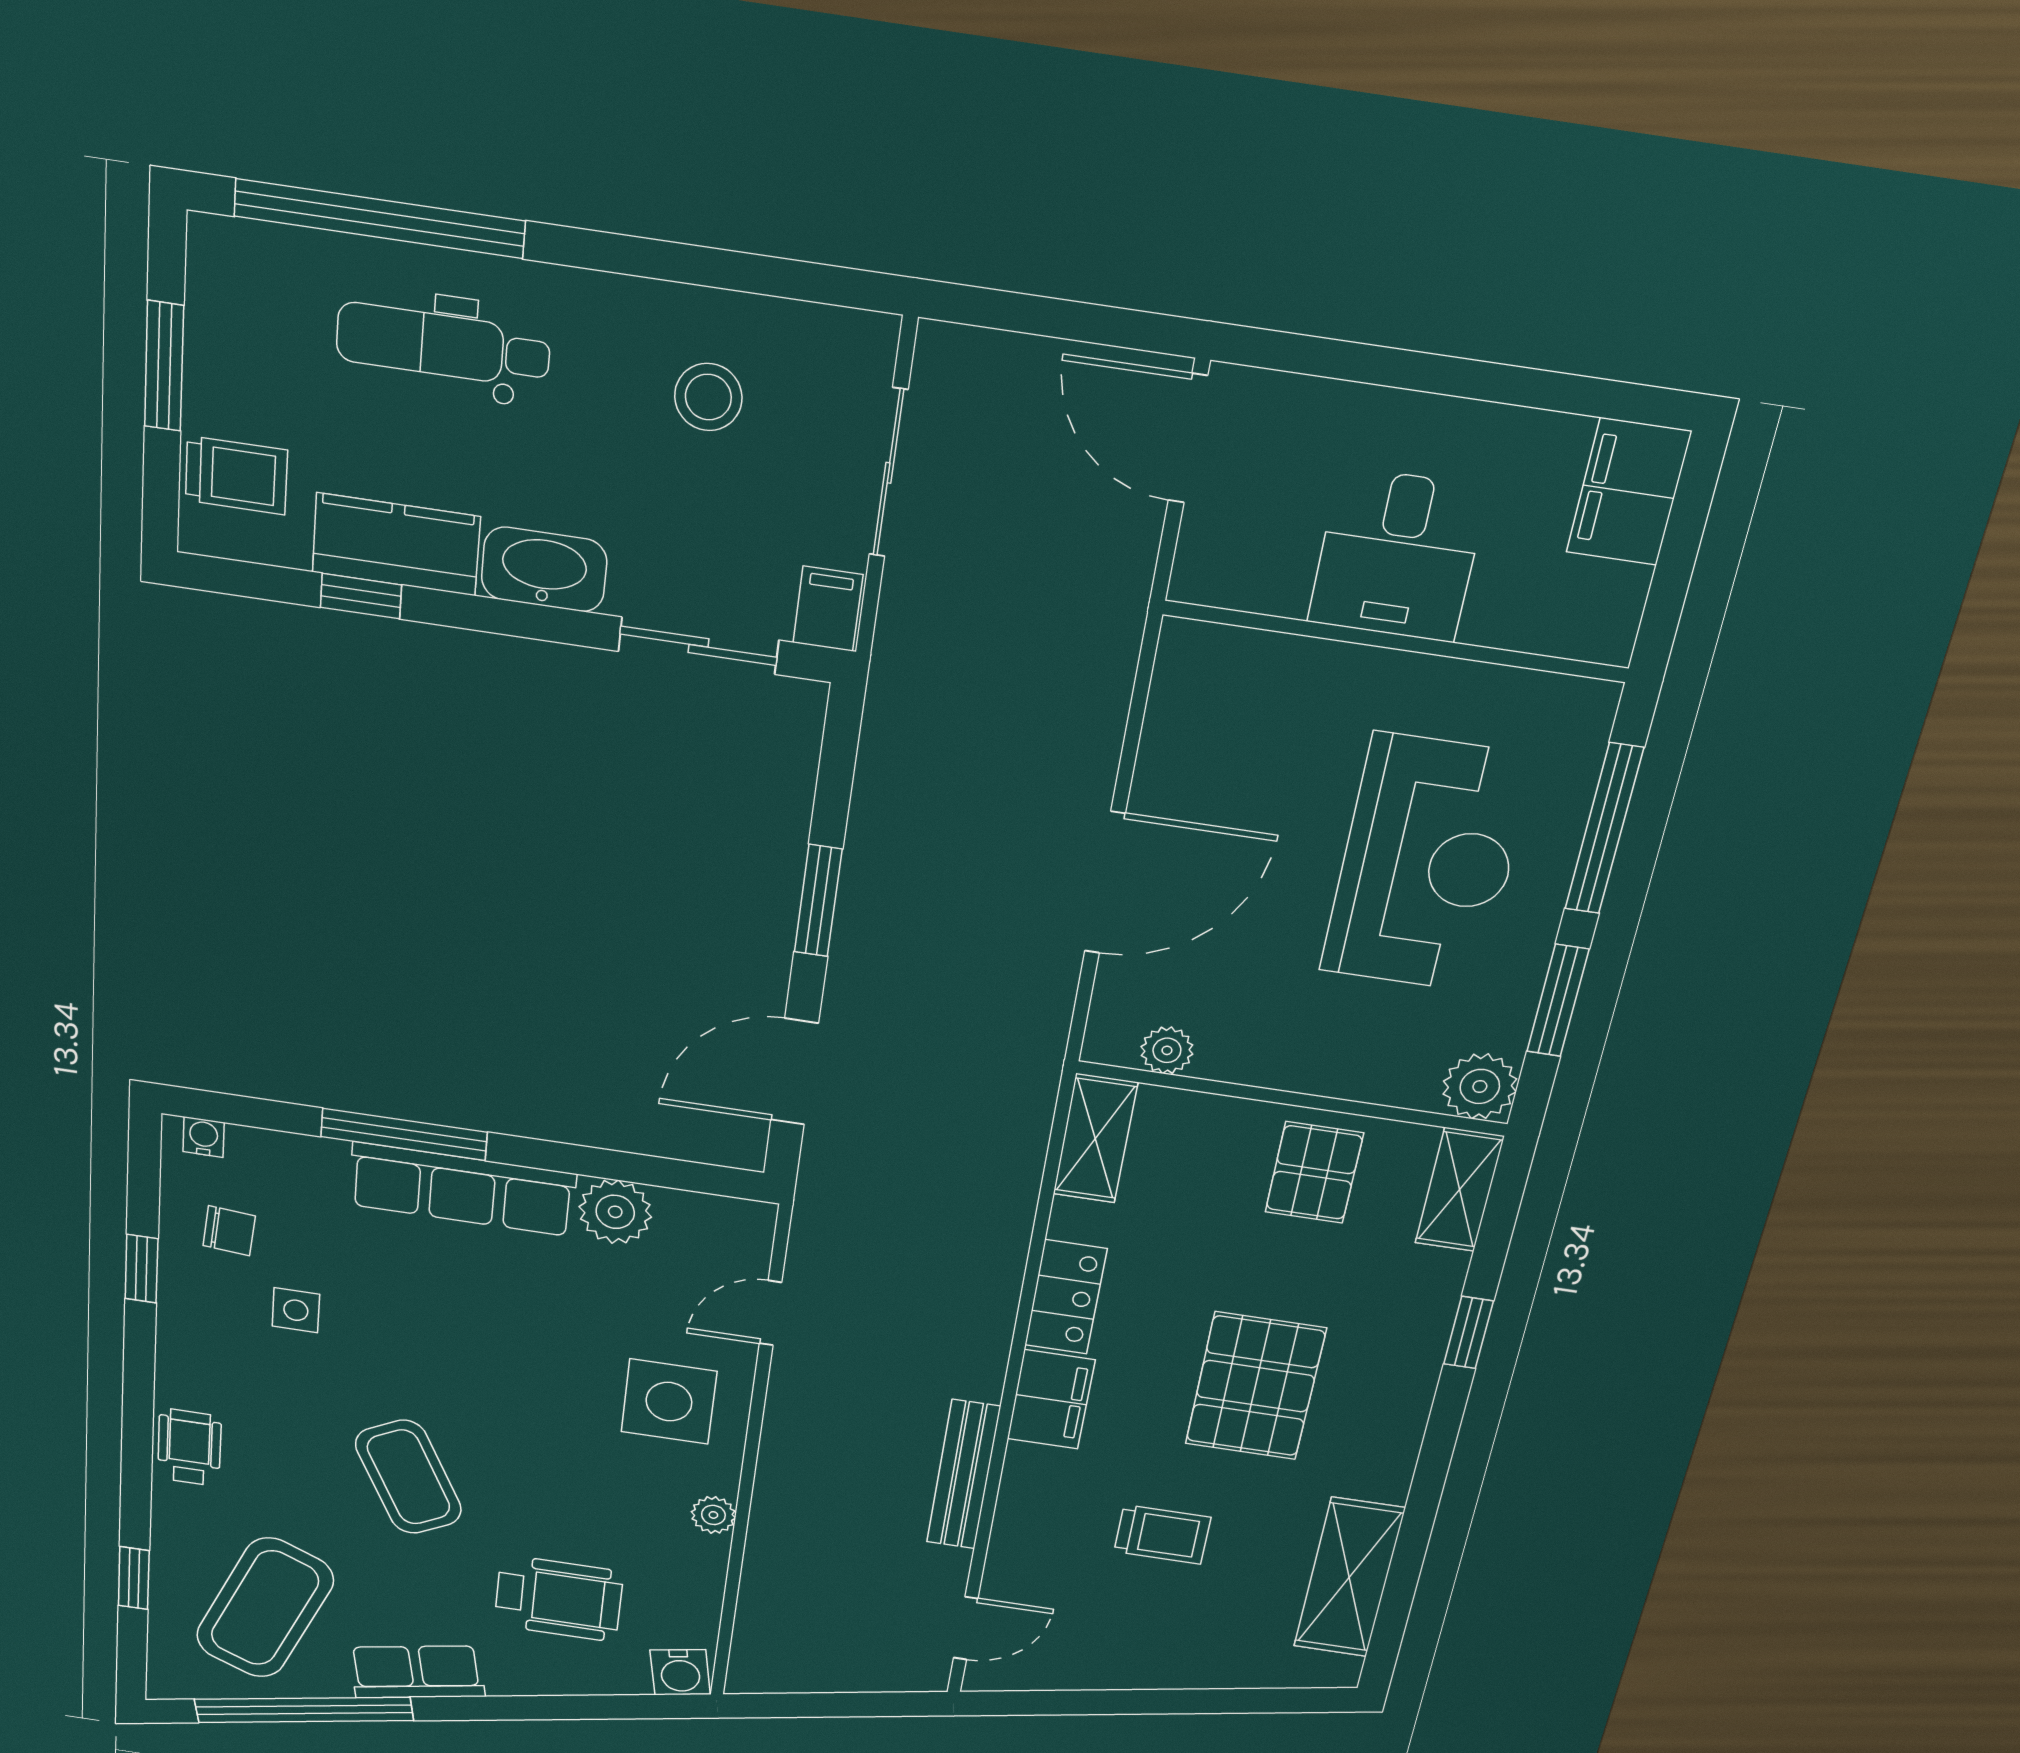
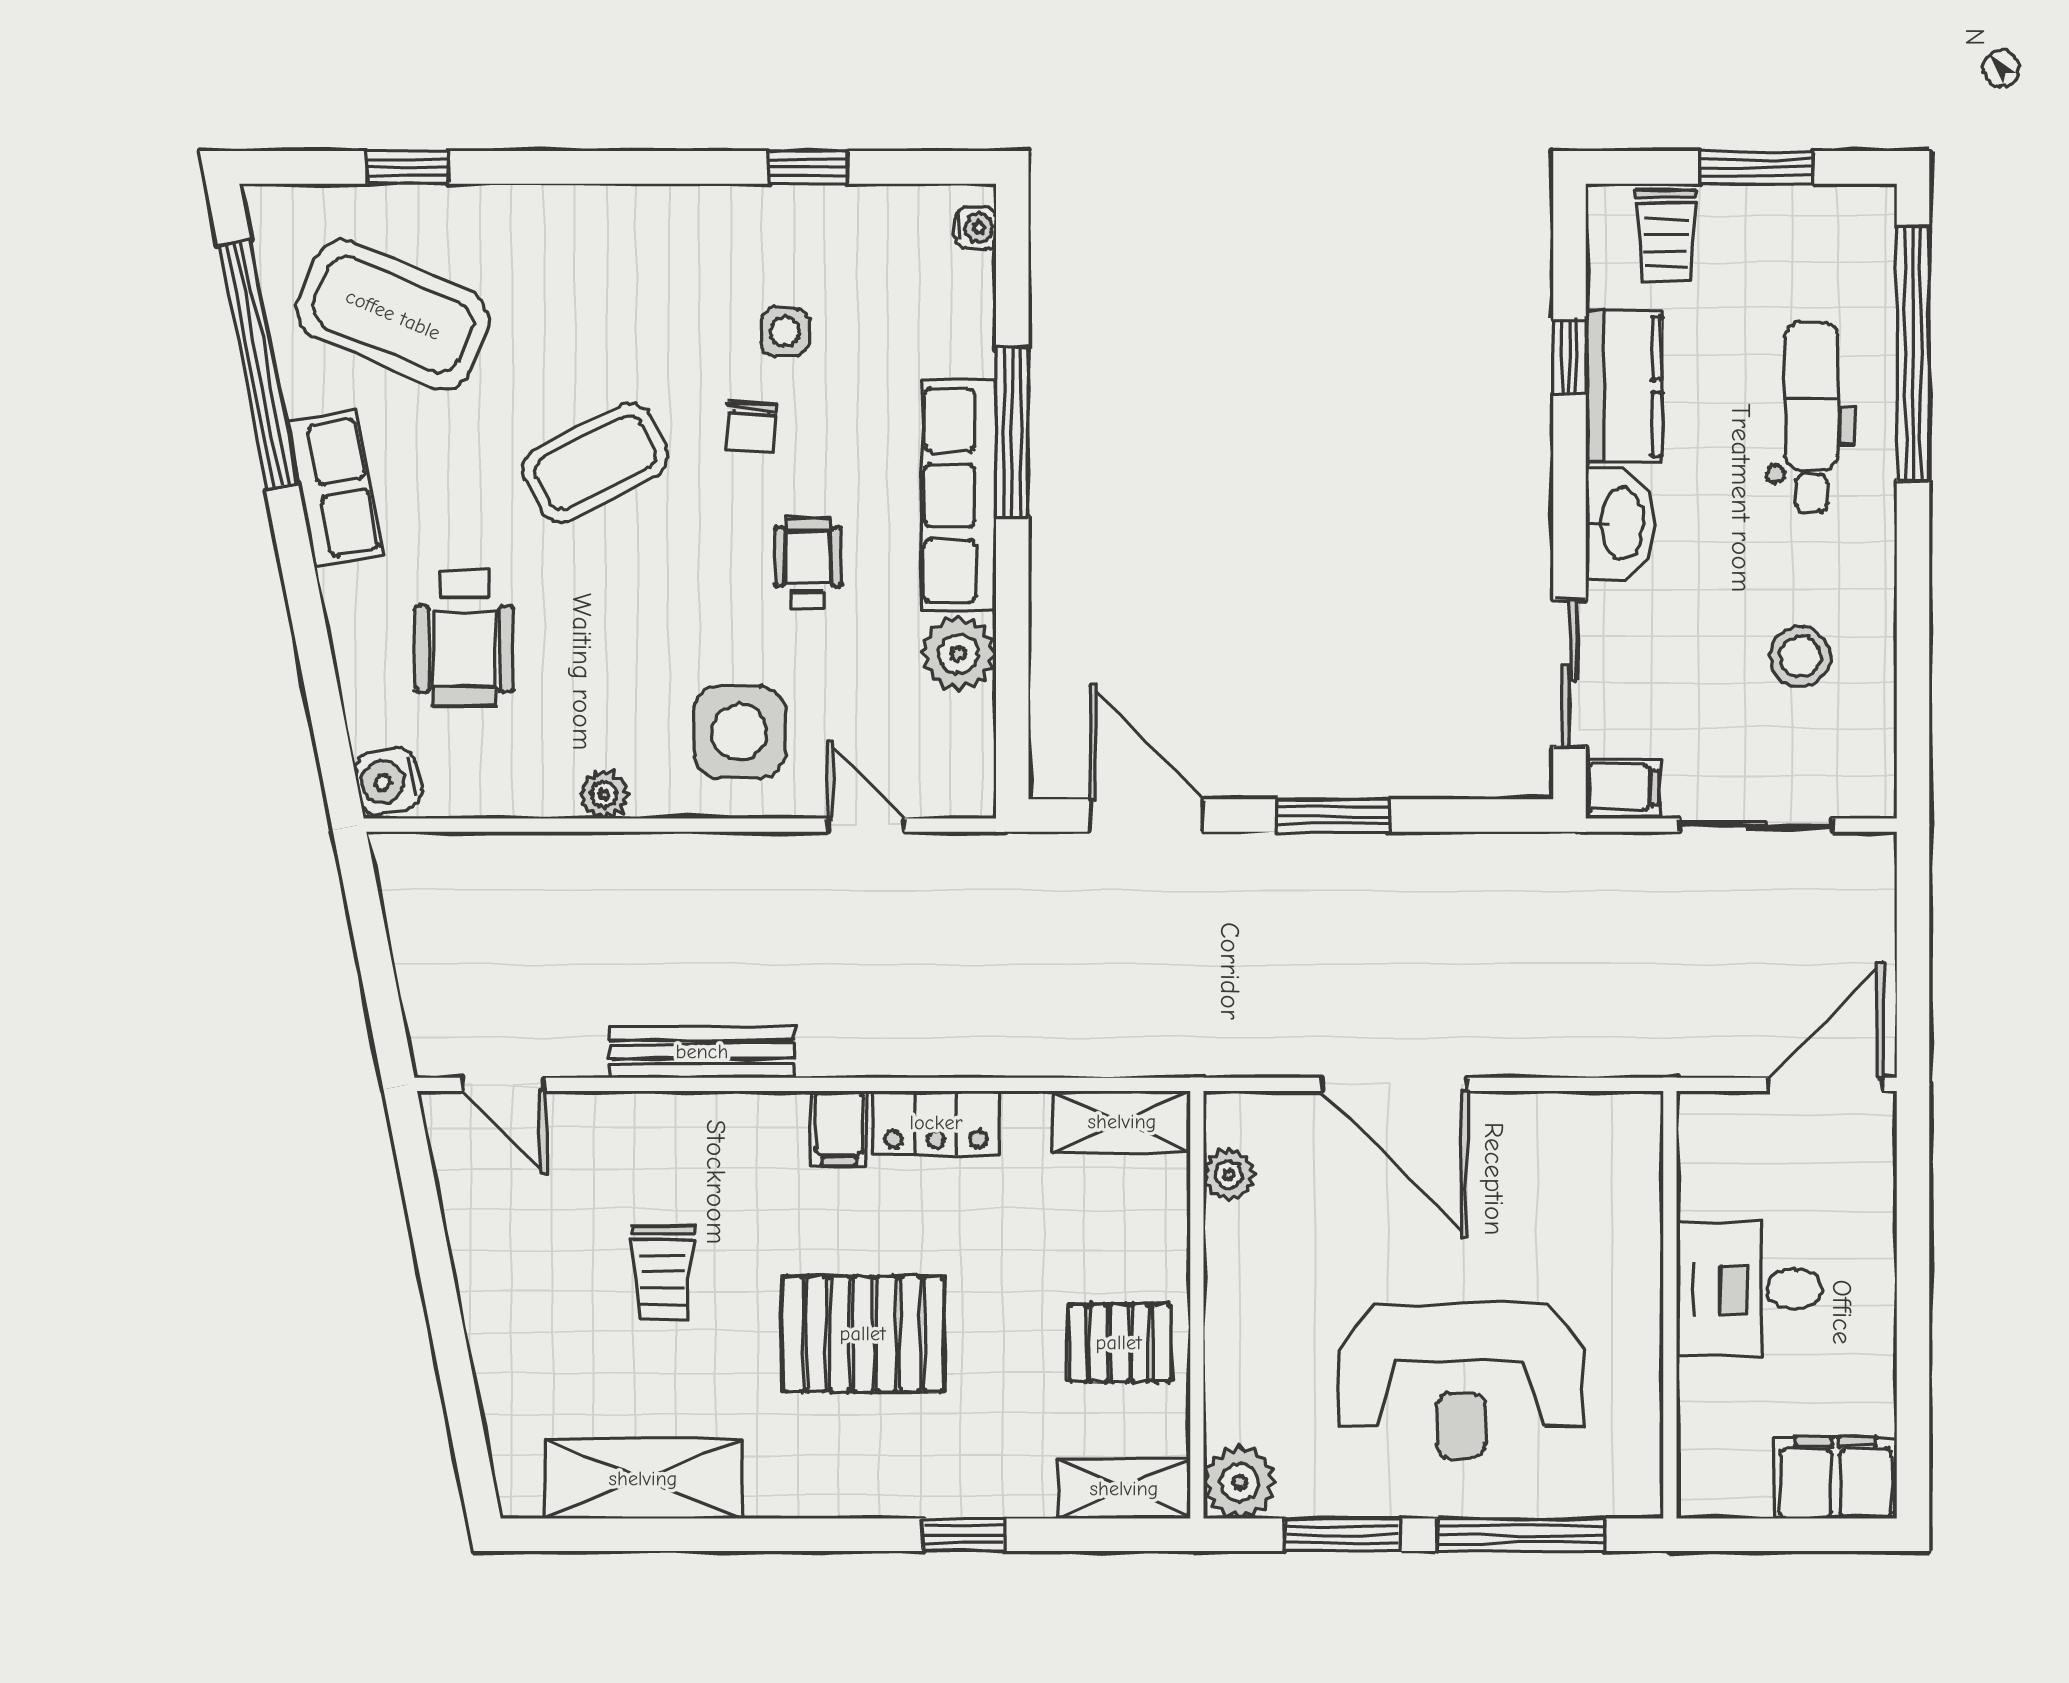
chair: (229, 1231) -> (750, 427), moved
filing cabinet: (1051, 1399) -> (839, 1128), width x0.50
wheelchair: (189, 1447) -> (808, 564), moved, turned -90

